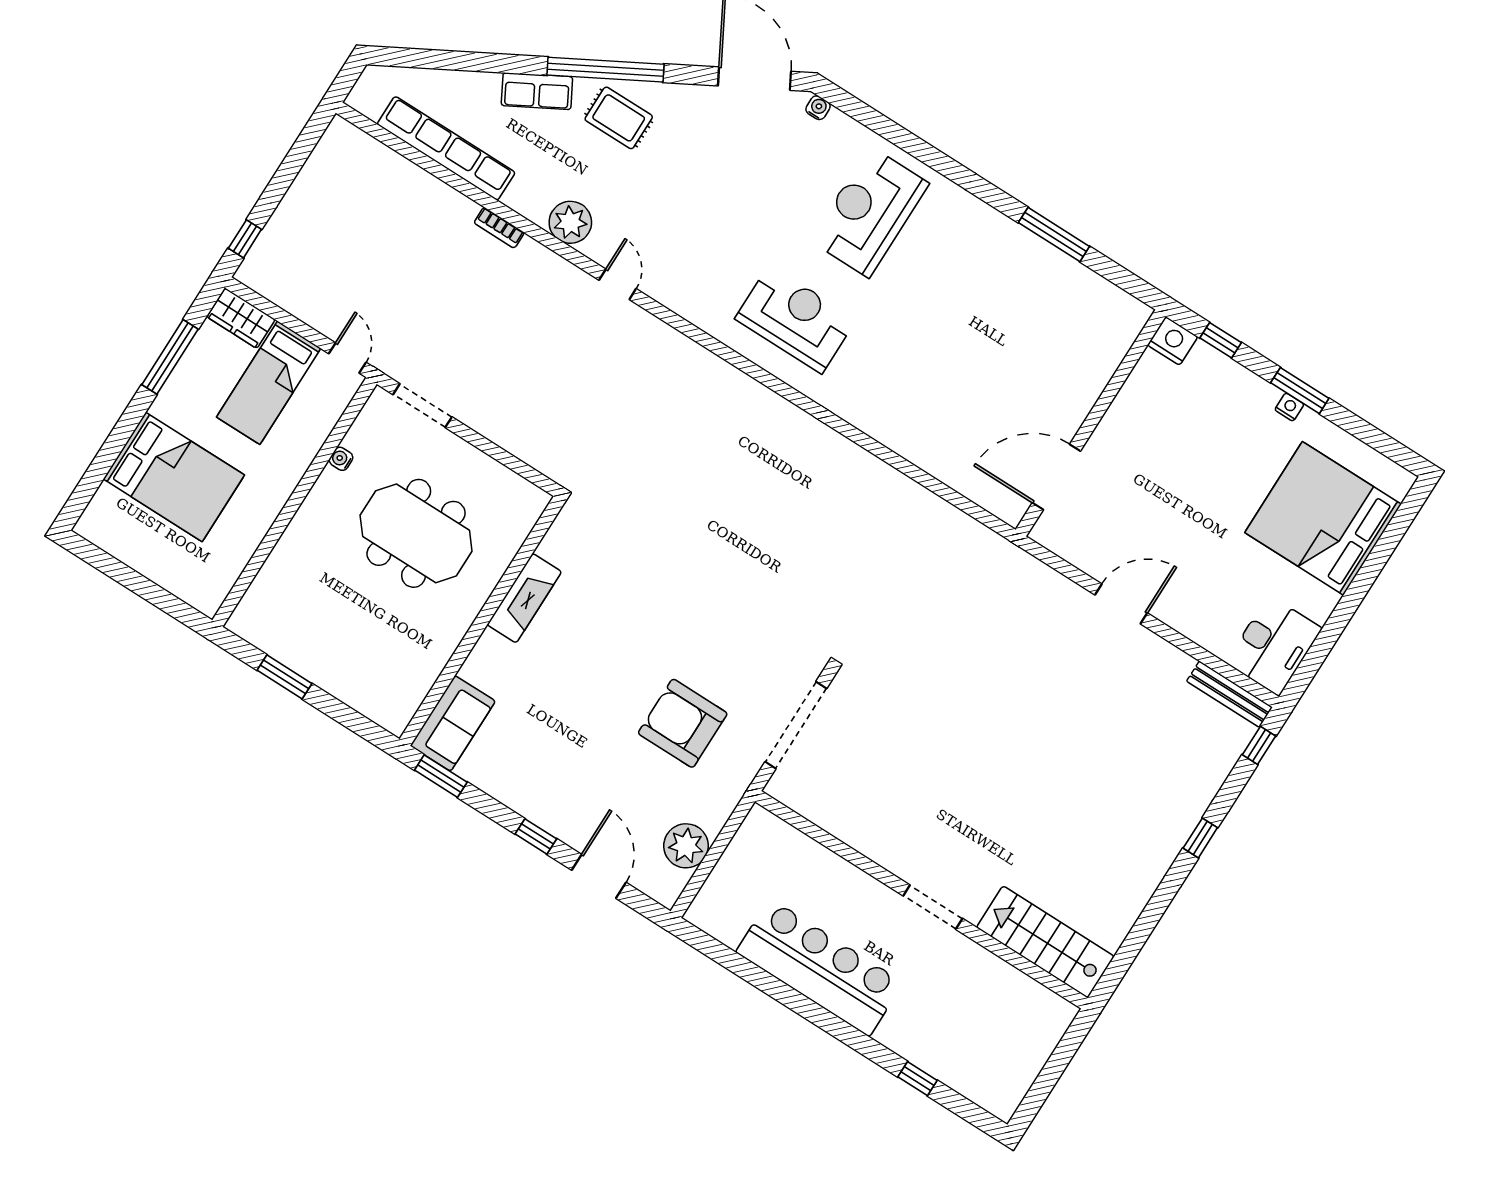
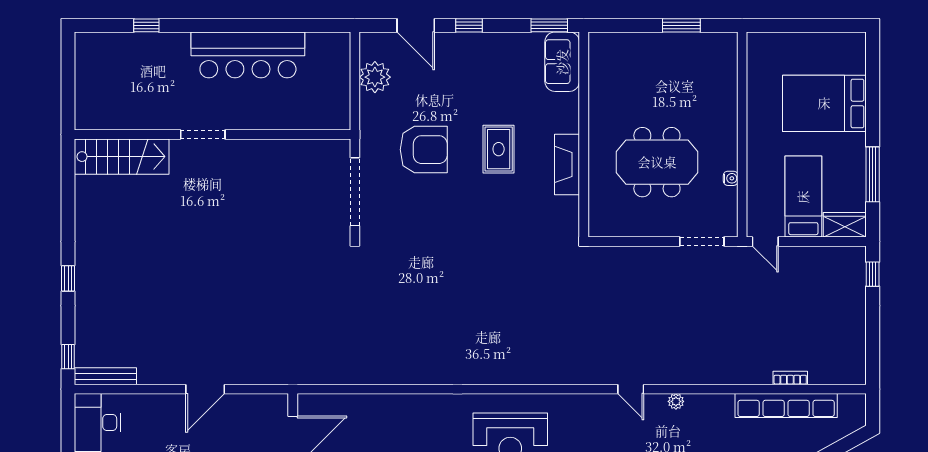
plant: (570, 222) -> (676, 401), width x0.53, depth x0.53
bookcase: (499, 228) -> (790, 378), moved
rug: (594, 668) -> (499, 149), added

